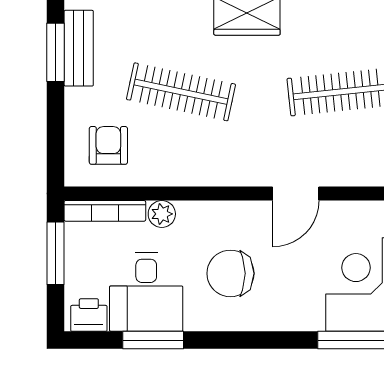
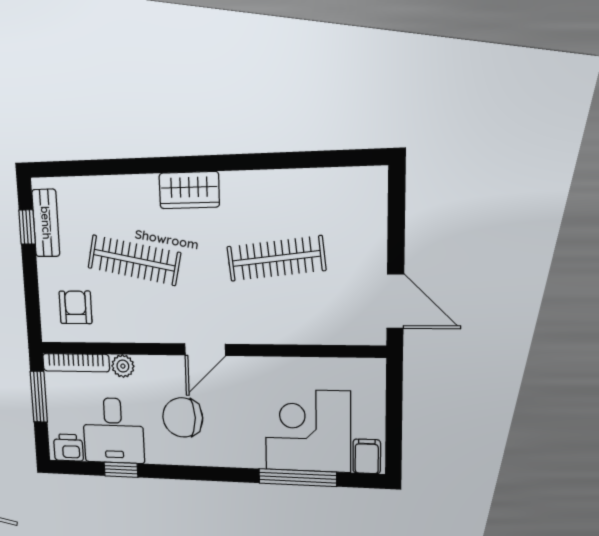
window: (56, 52) -> (27, 227), width x0.67
door: (296, 194) -> (205, 350), moved
window: (153, 340) -> (121, 470), width x0.67

